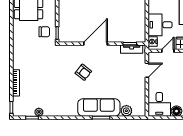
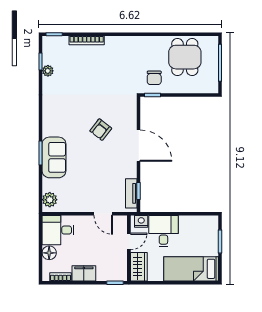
door: (168, 51) -> (129, 241), hinge flipped
sofa: (99, 107) -> (54, 157), width x0.73
plant: (126, 111) -> (50, 200), moved

